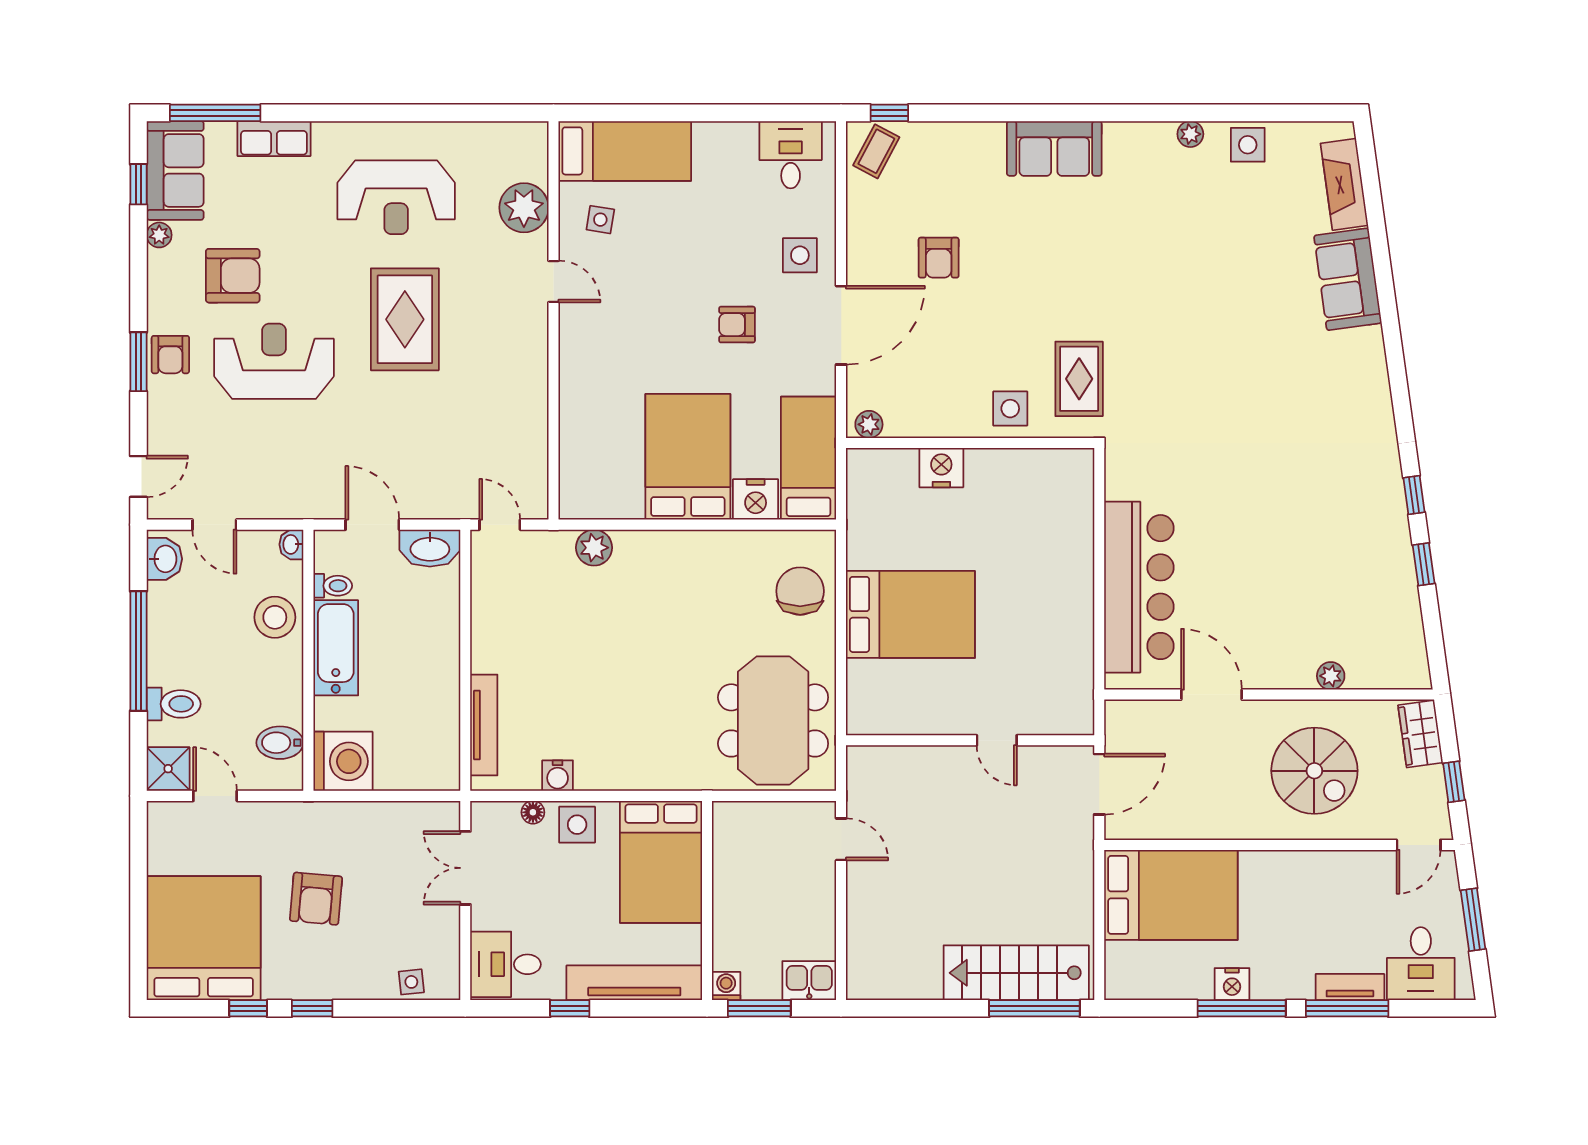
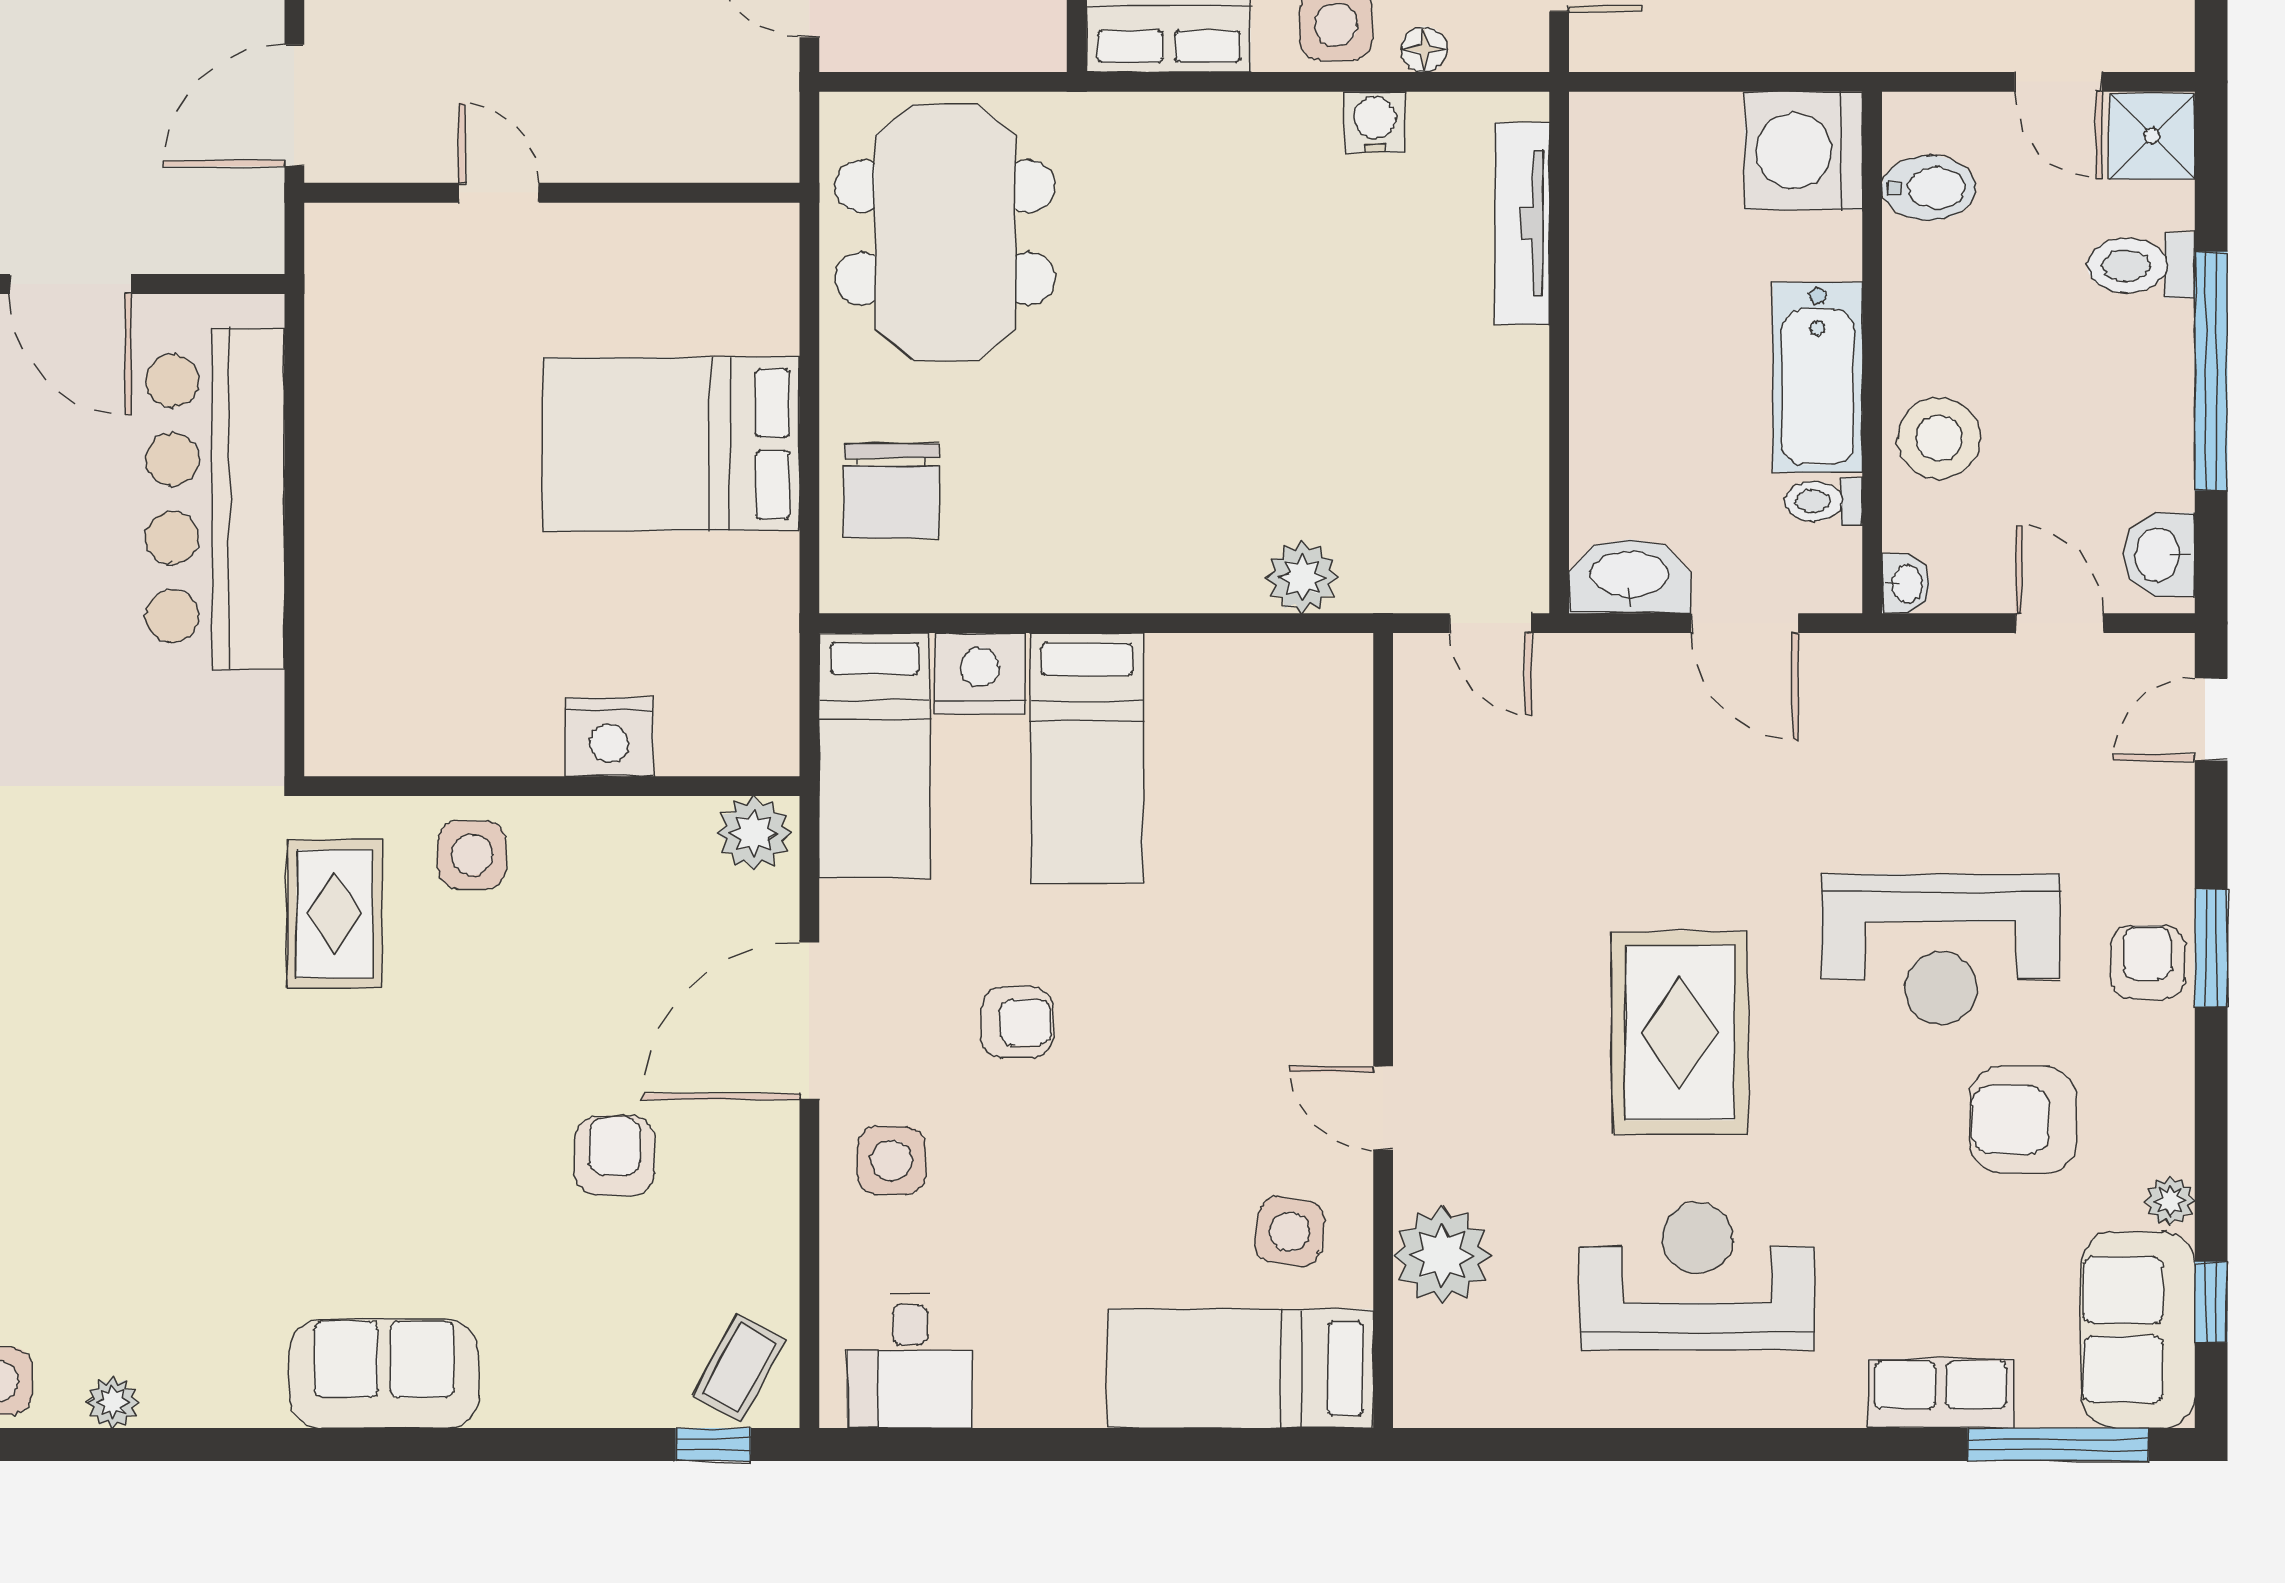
side table: (600, 220) -> (1290, 1232), width x1.37, depth x1.37
plant: (869, 424) -> (754, 833), width x1.38, depth x1.38
bed: (688, 457) -> (1087, 758), width x0.67

